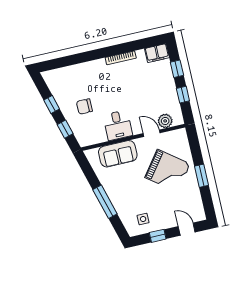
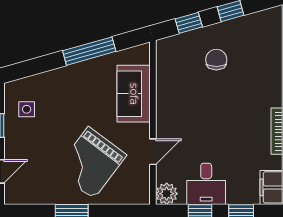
plant: (165, 121) -> (167, 194), moved
desk: (118, 125) -> (206, 184), moved, turned -90
window: (105, 202) -> (89, 51), moved

